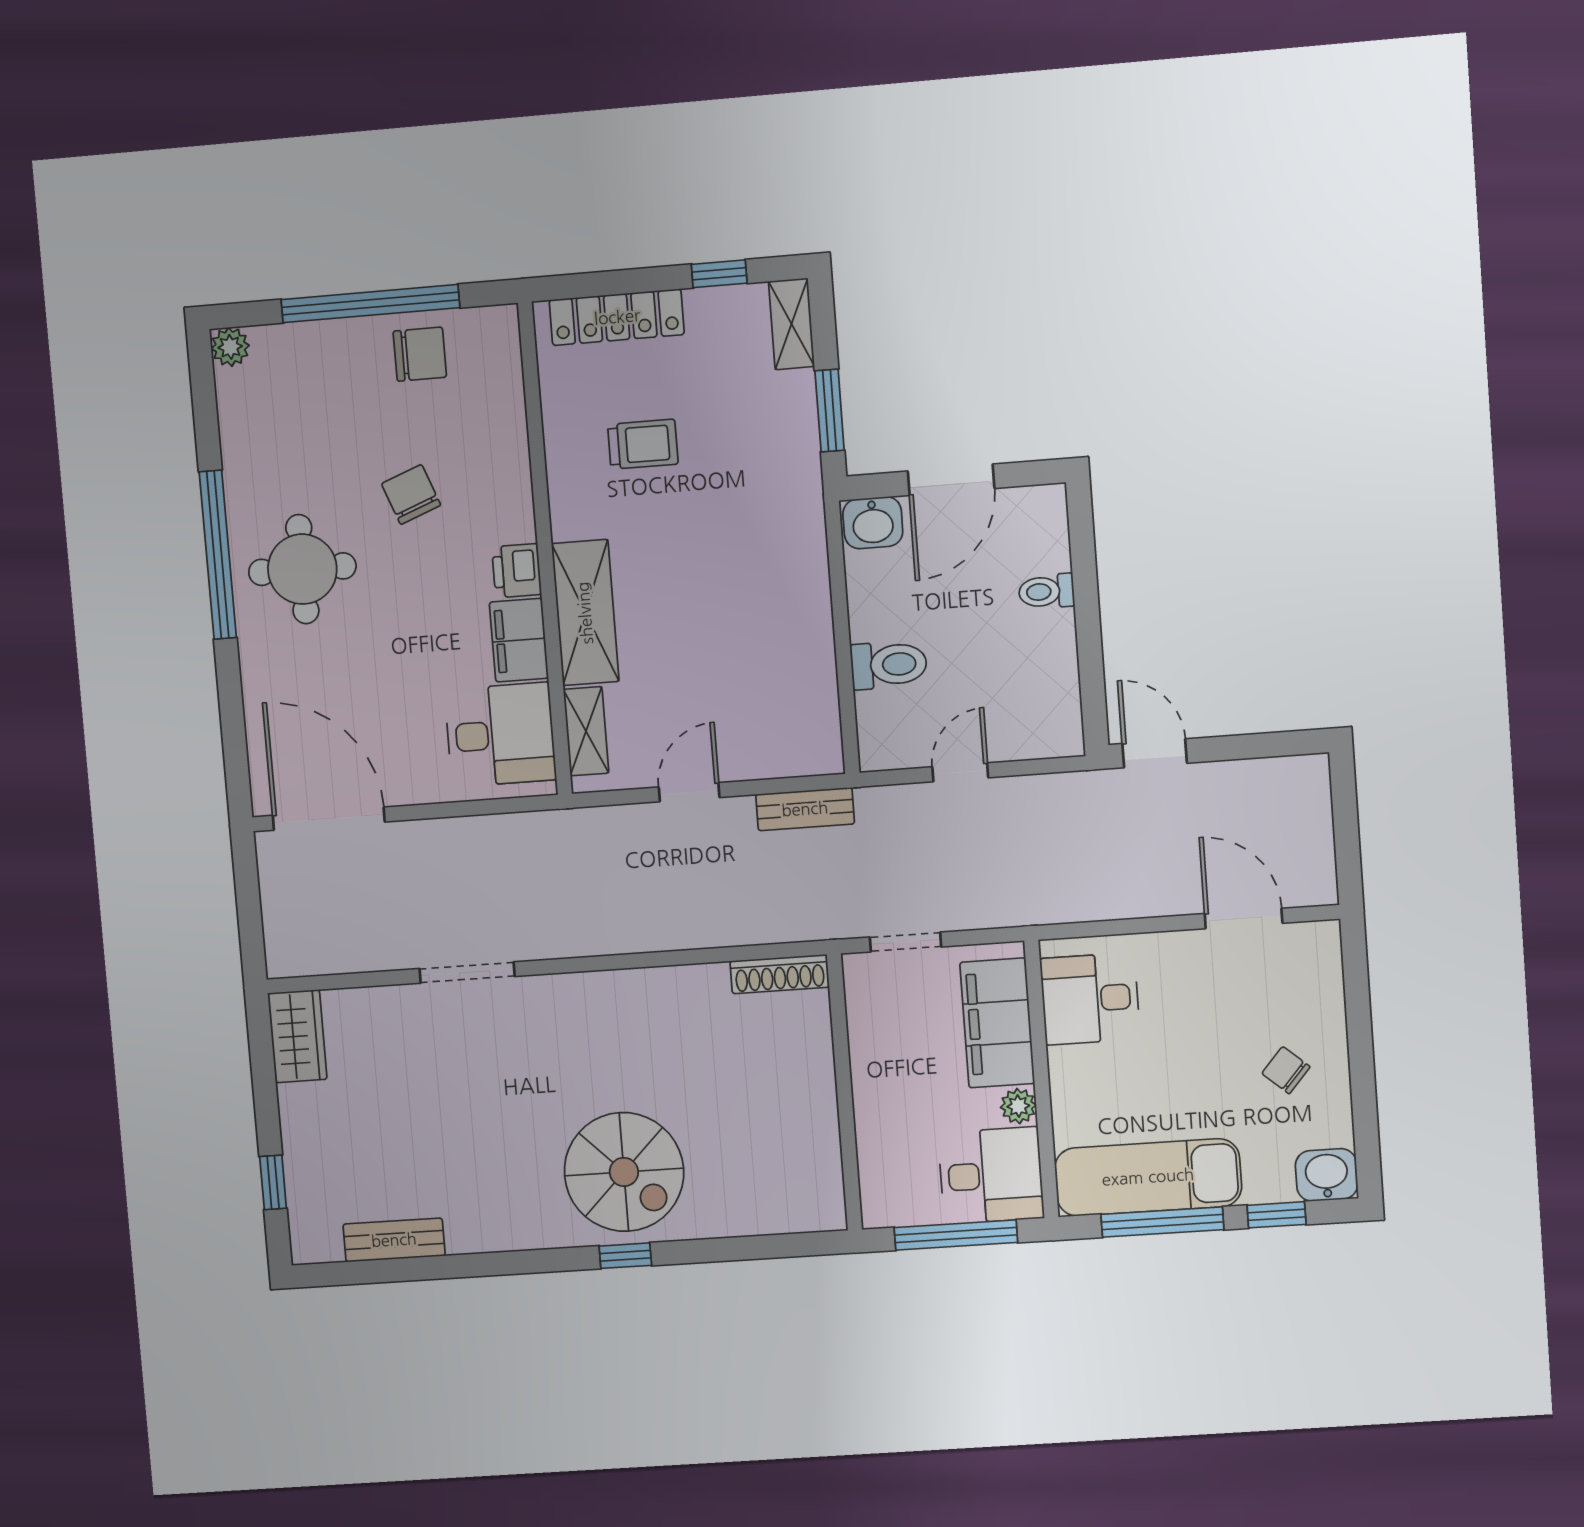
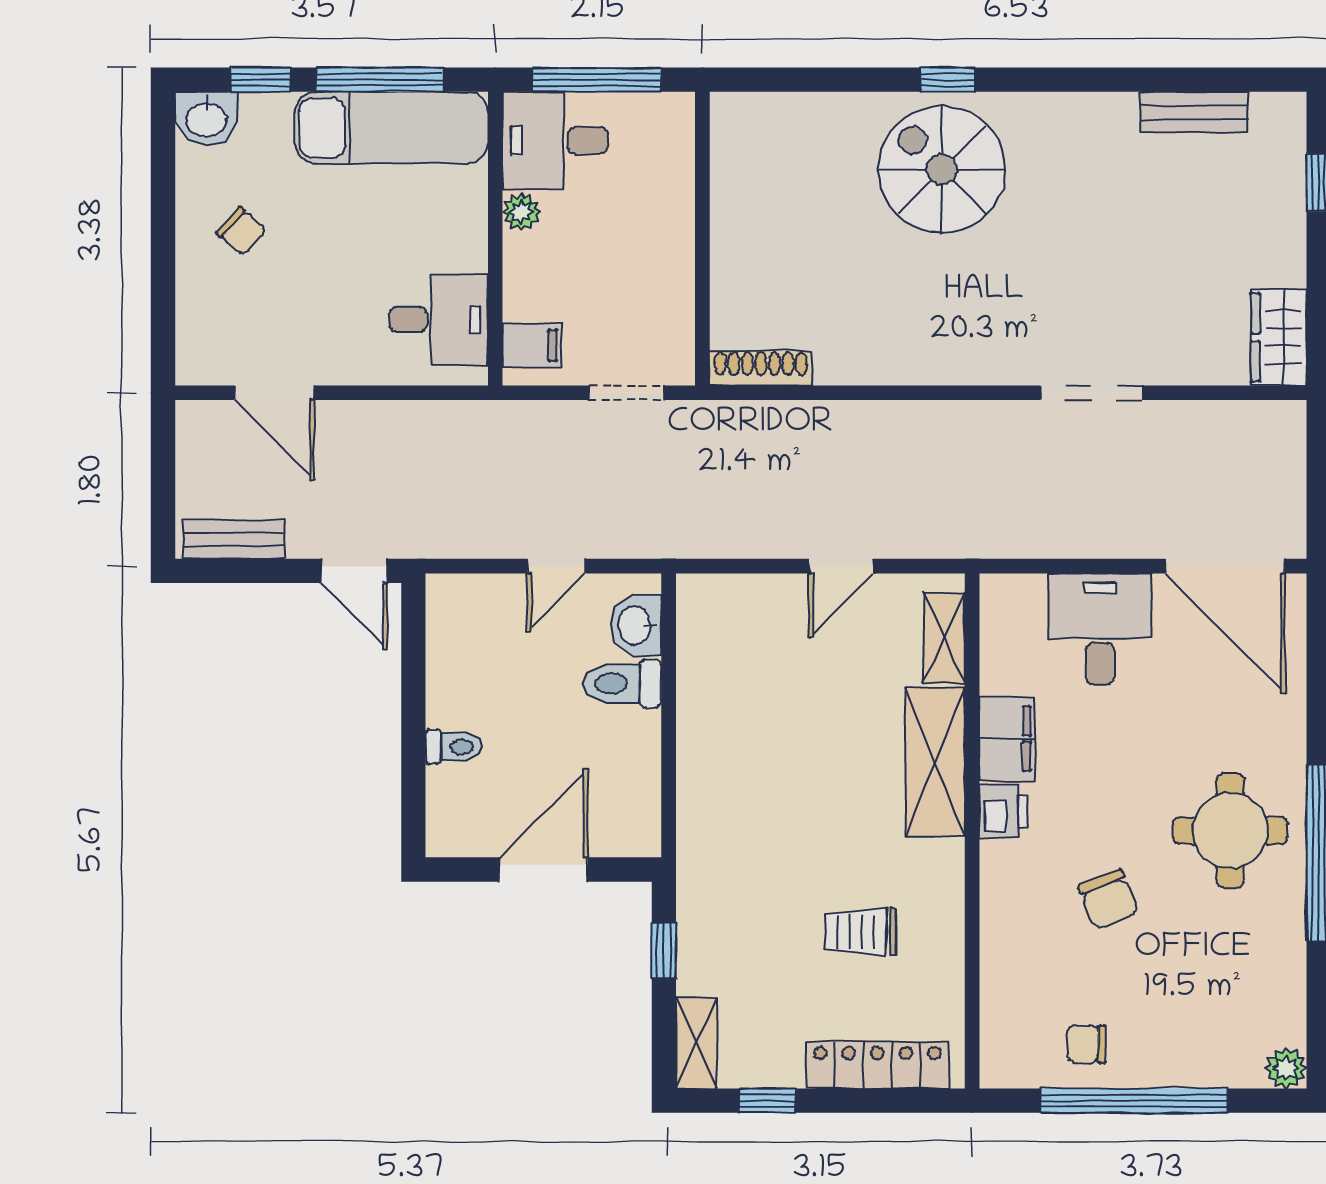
chair: (420, 354) -> (1087, 1044), width x0.73, depth x0.73
window: (830, 411) -> (664, 951), width x0.67
washbasin: (873, 523) -> (636, 625), moved, turned -90
desk: (500, 735) -> (1100, 629), moved, turned 90
bench: (805, 809) -> (234, 540), moved
filing cabinet: (997, 1023) -> (532, 345), width x0.33, depth x0.86

